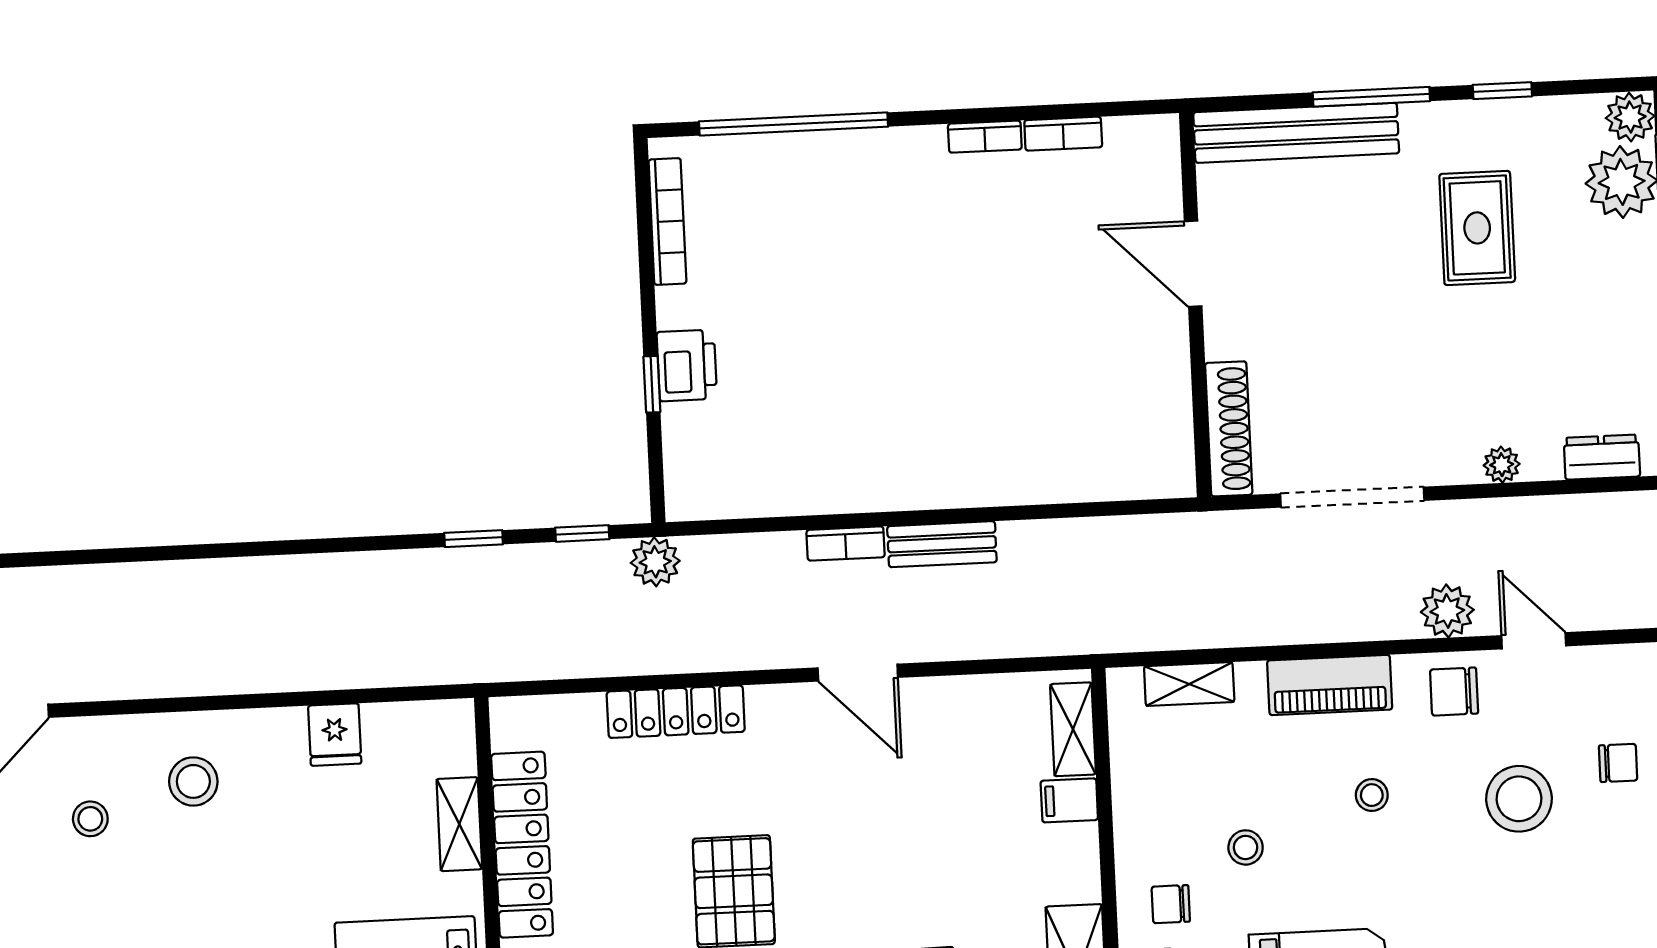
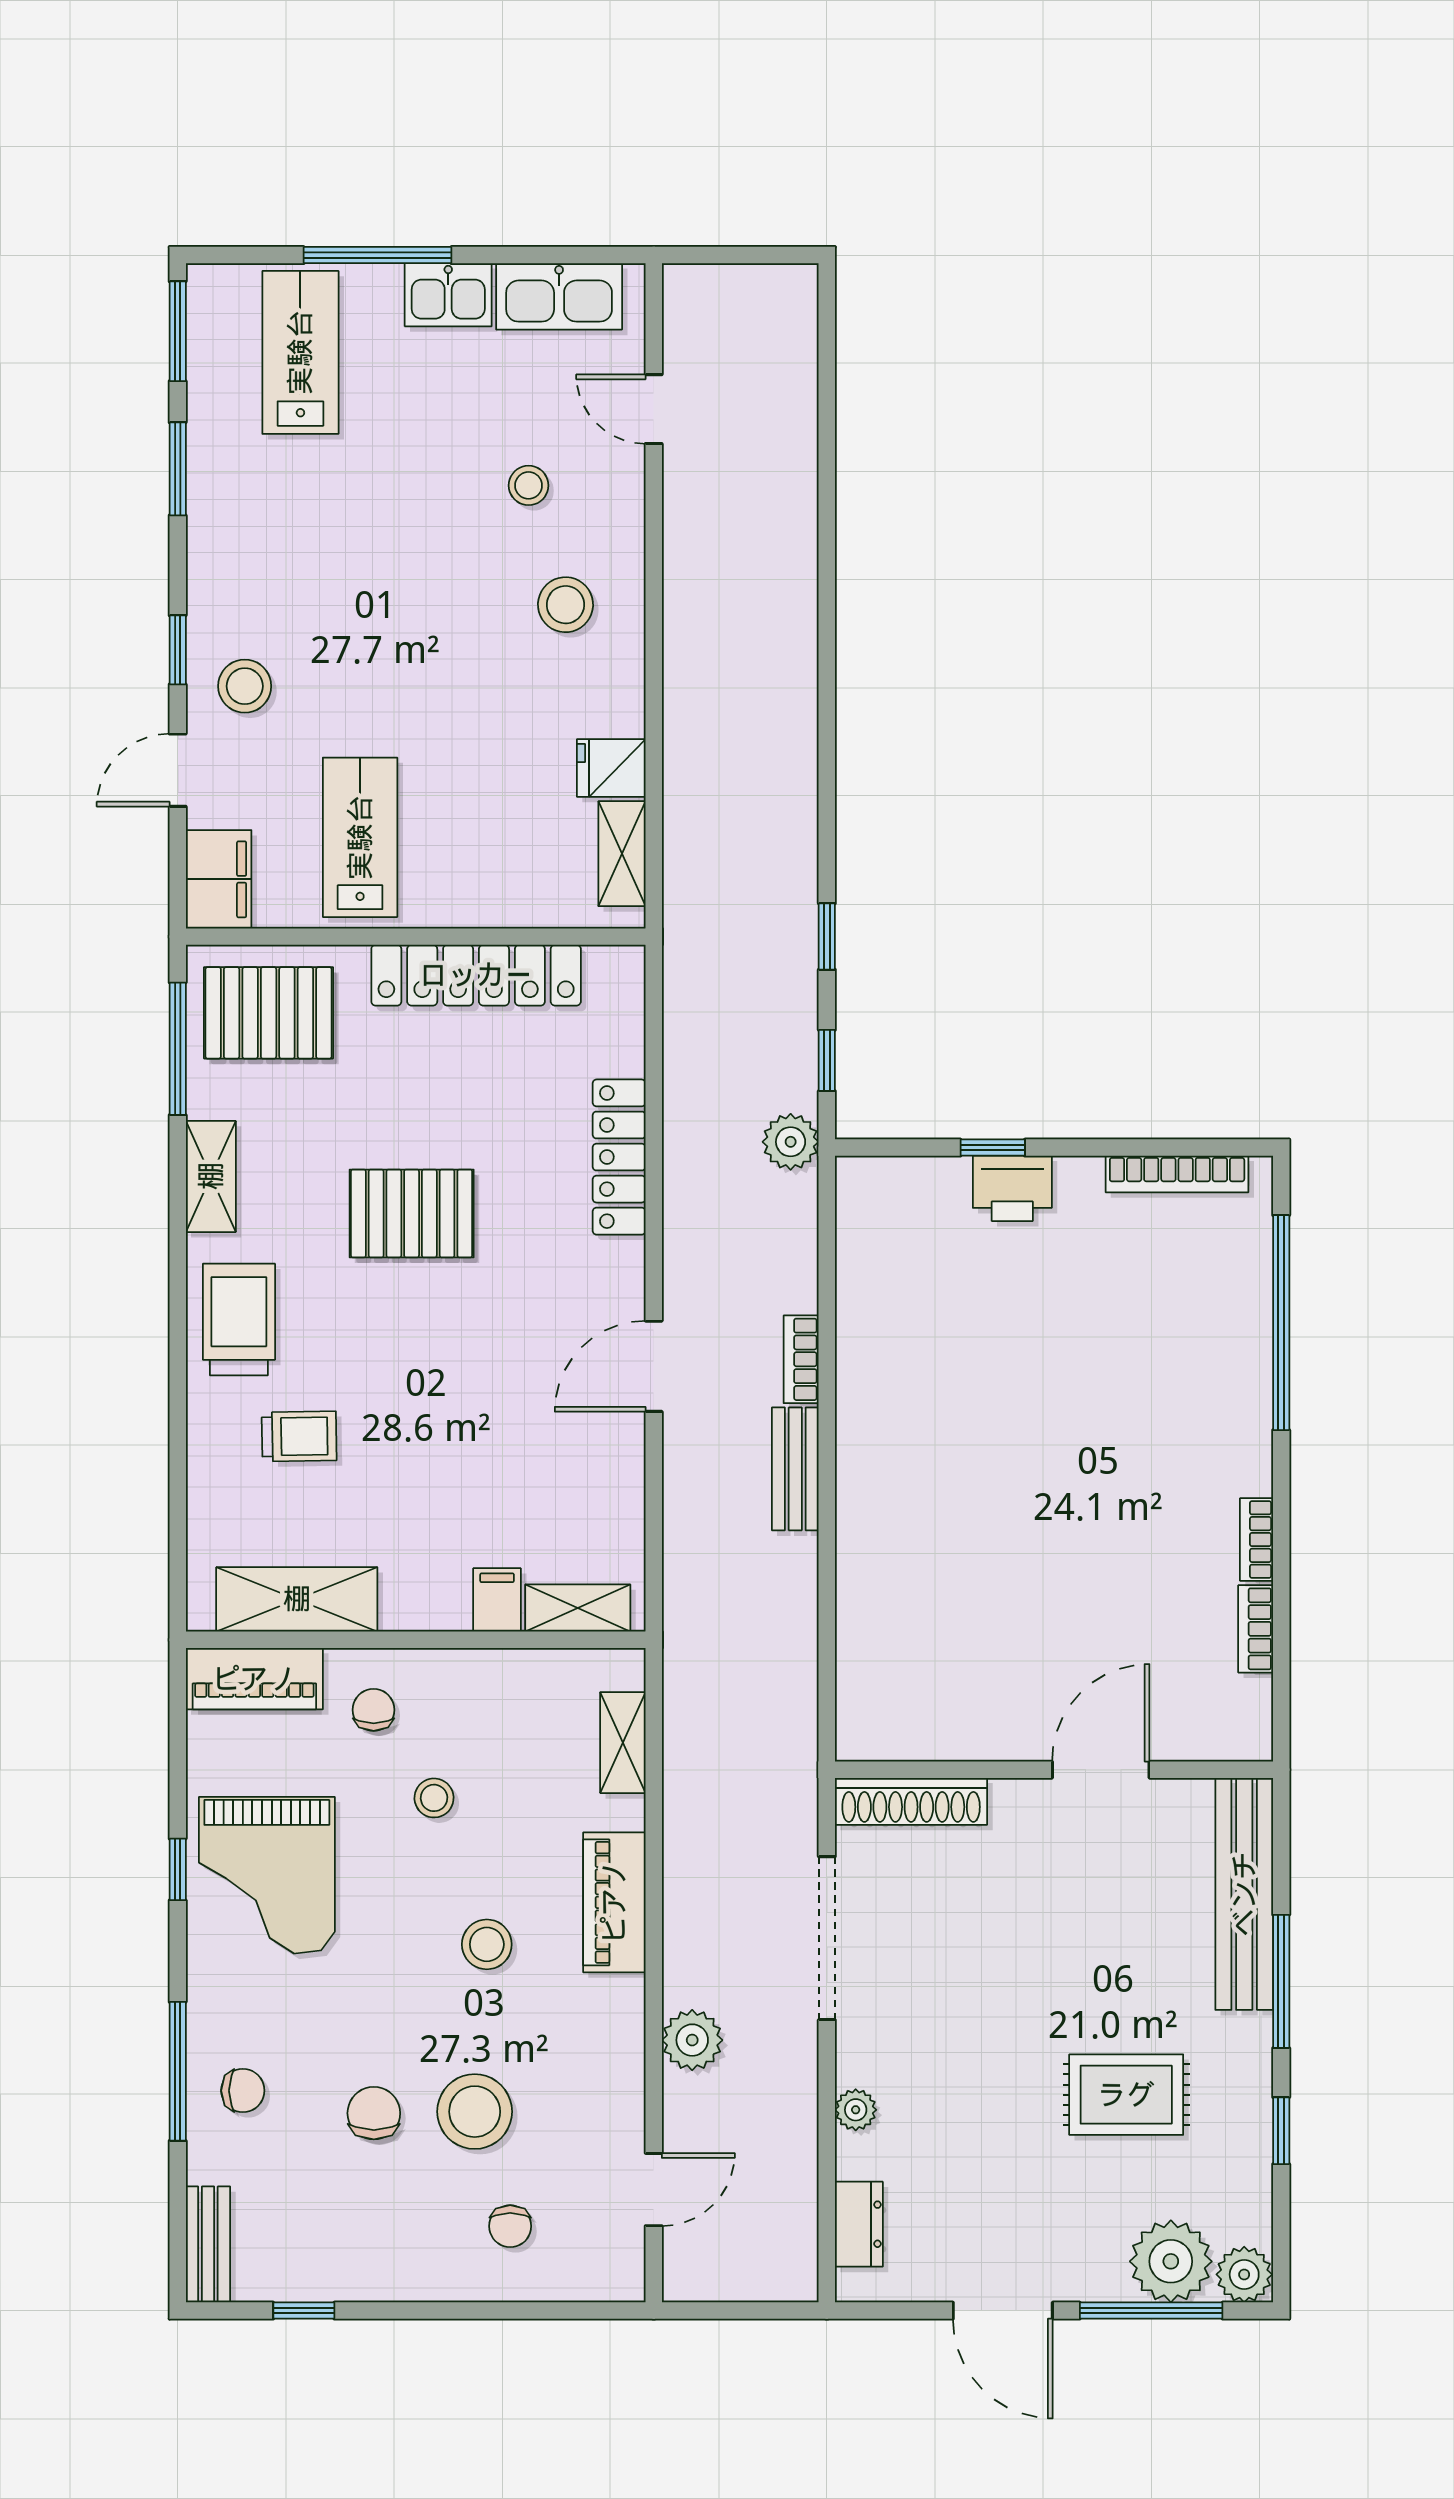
door: (1534, 641) -> (654, 2190), moved
chair: (1454, 692) -> (374, 2113), moved
stool: (1372, 795) -> (487, 1944), width x1.37, depth x1.37
shelving: (459, 824) -> (622, 854), moved, turned 90

